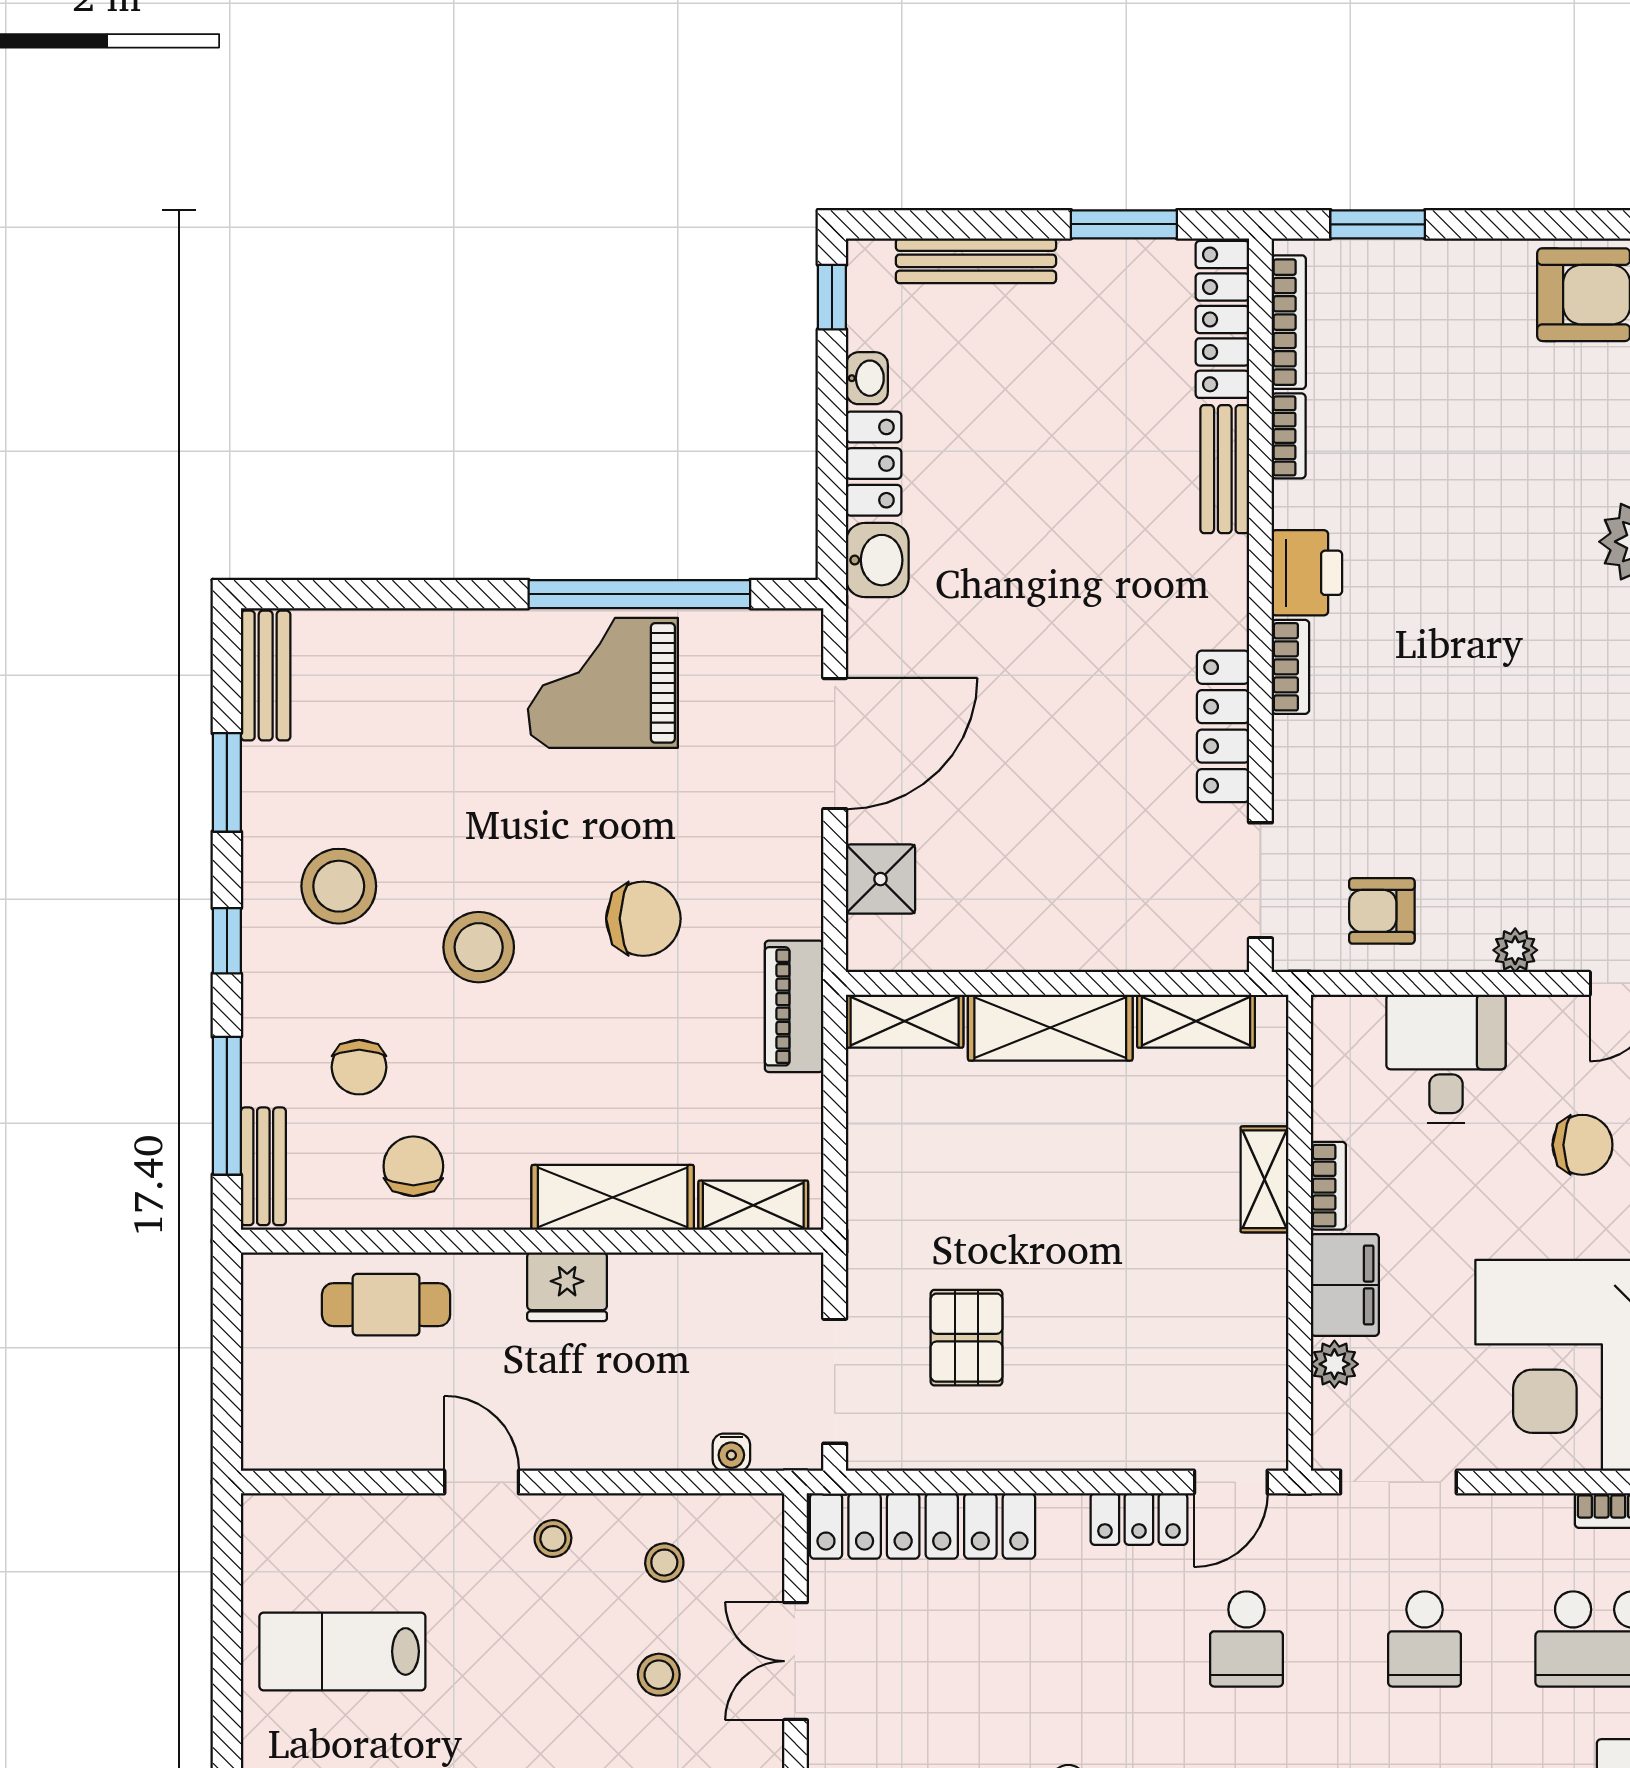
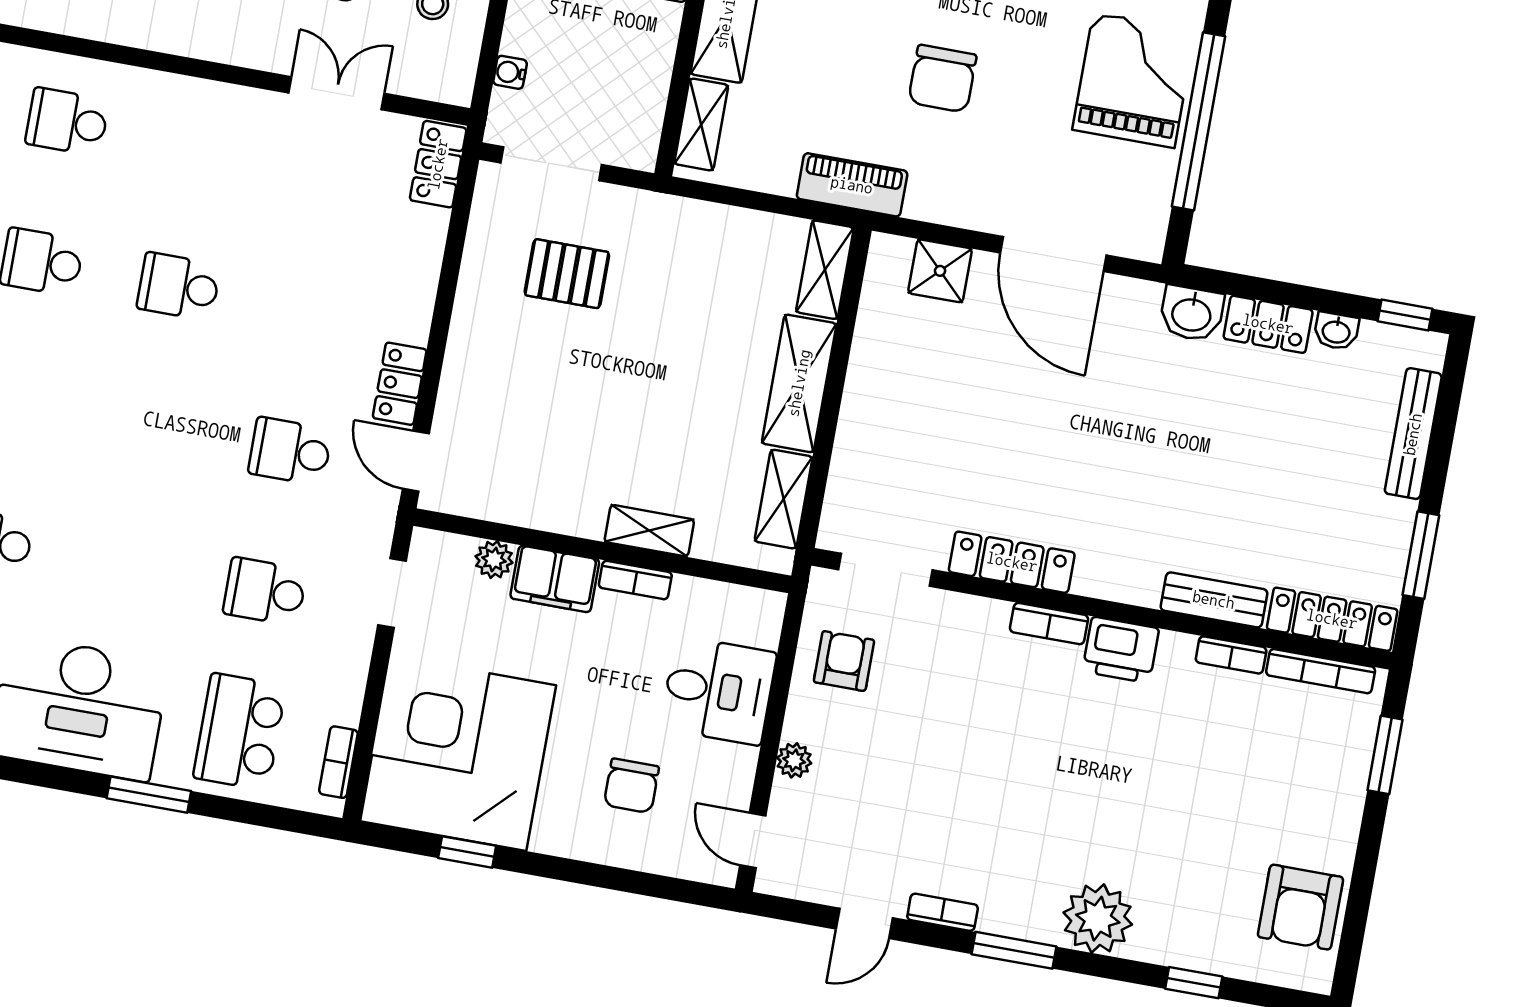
doorway: (1398, 1482) -> (392, 593), width x0.73
locker: (922, 1526) -> (438, 164), width x0.46, depth x0.83

